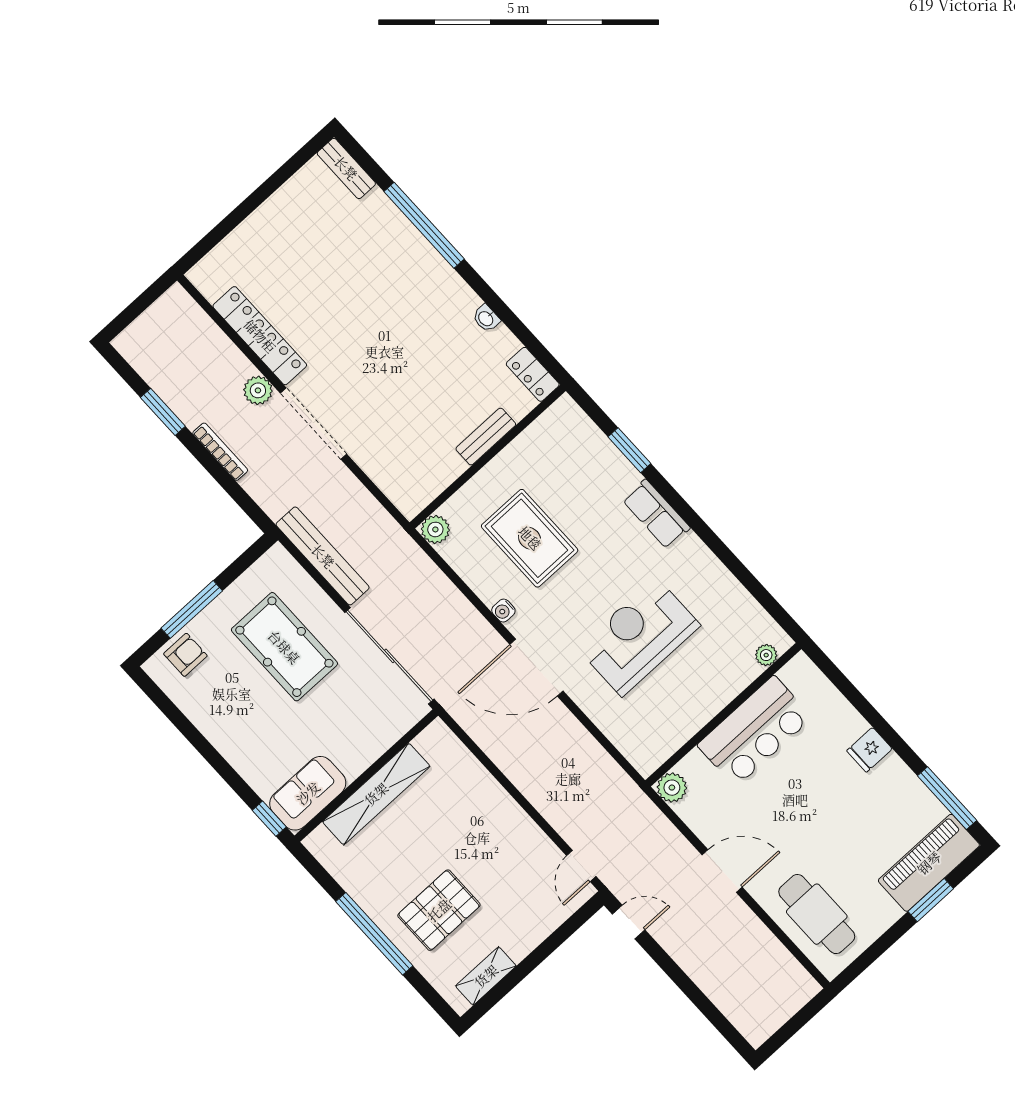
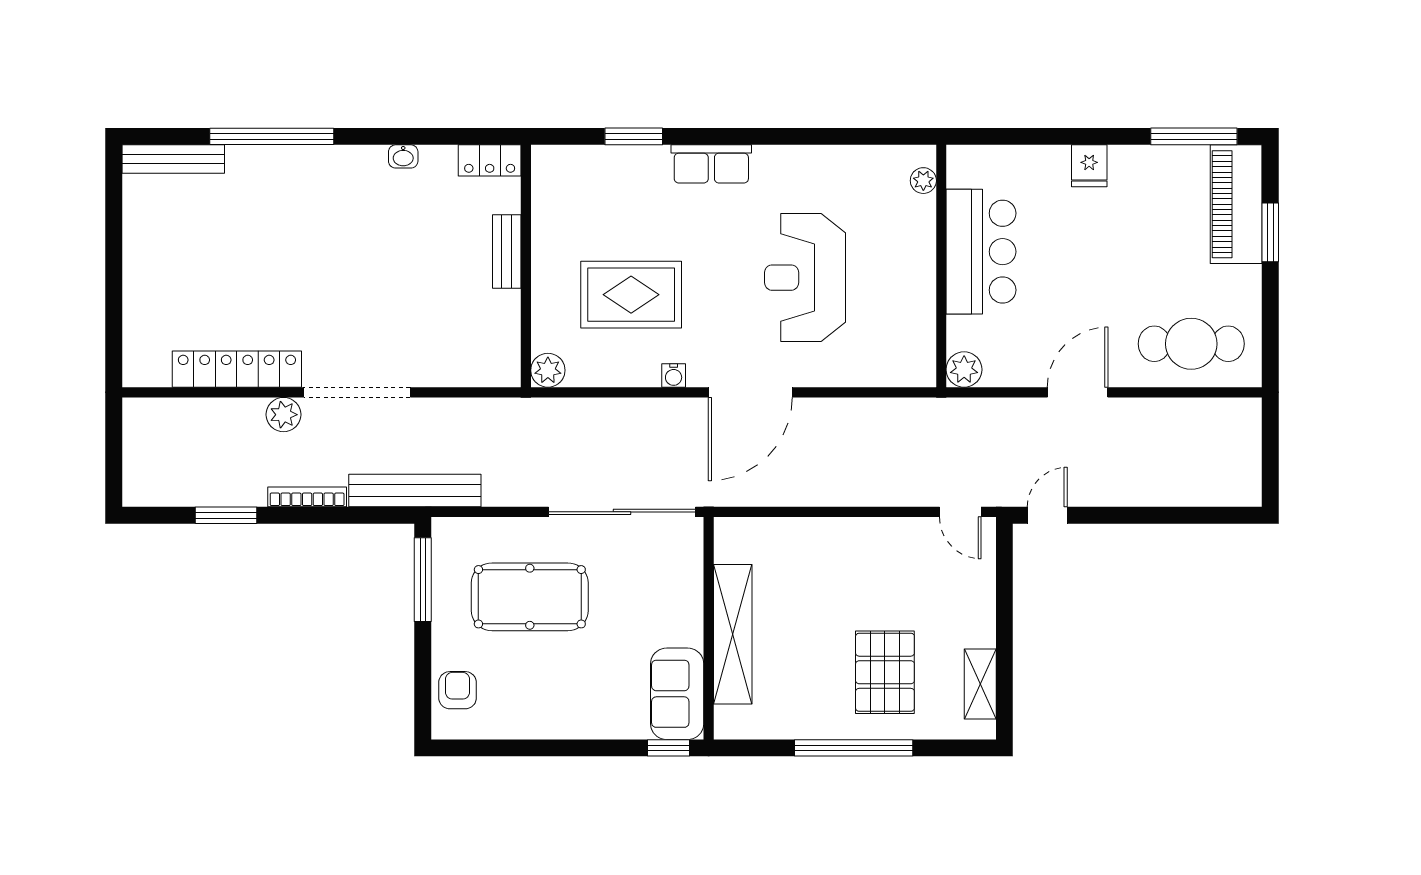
bench: (346, 168) -> (173, 159), width x1.36
bench: (323, 556) -> (415, 491), moved
window: (192, 609) -> (423, 580), moved

